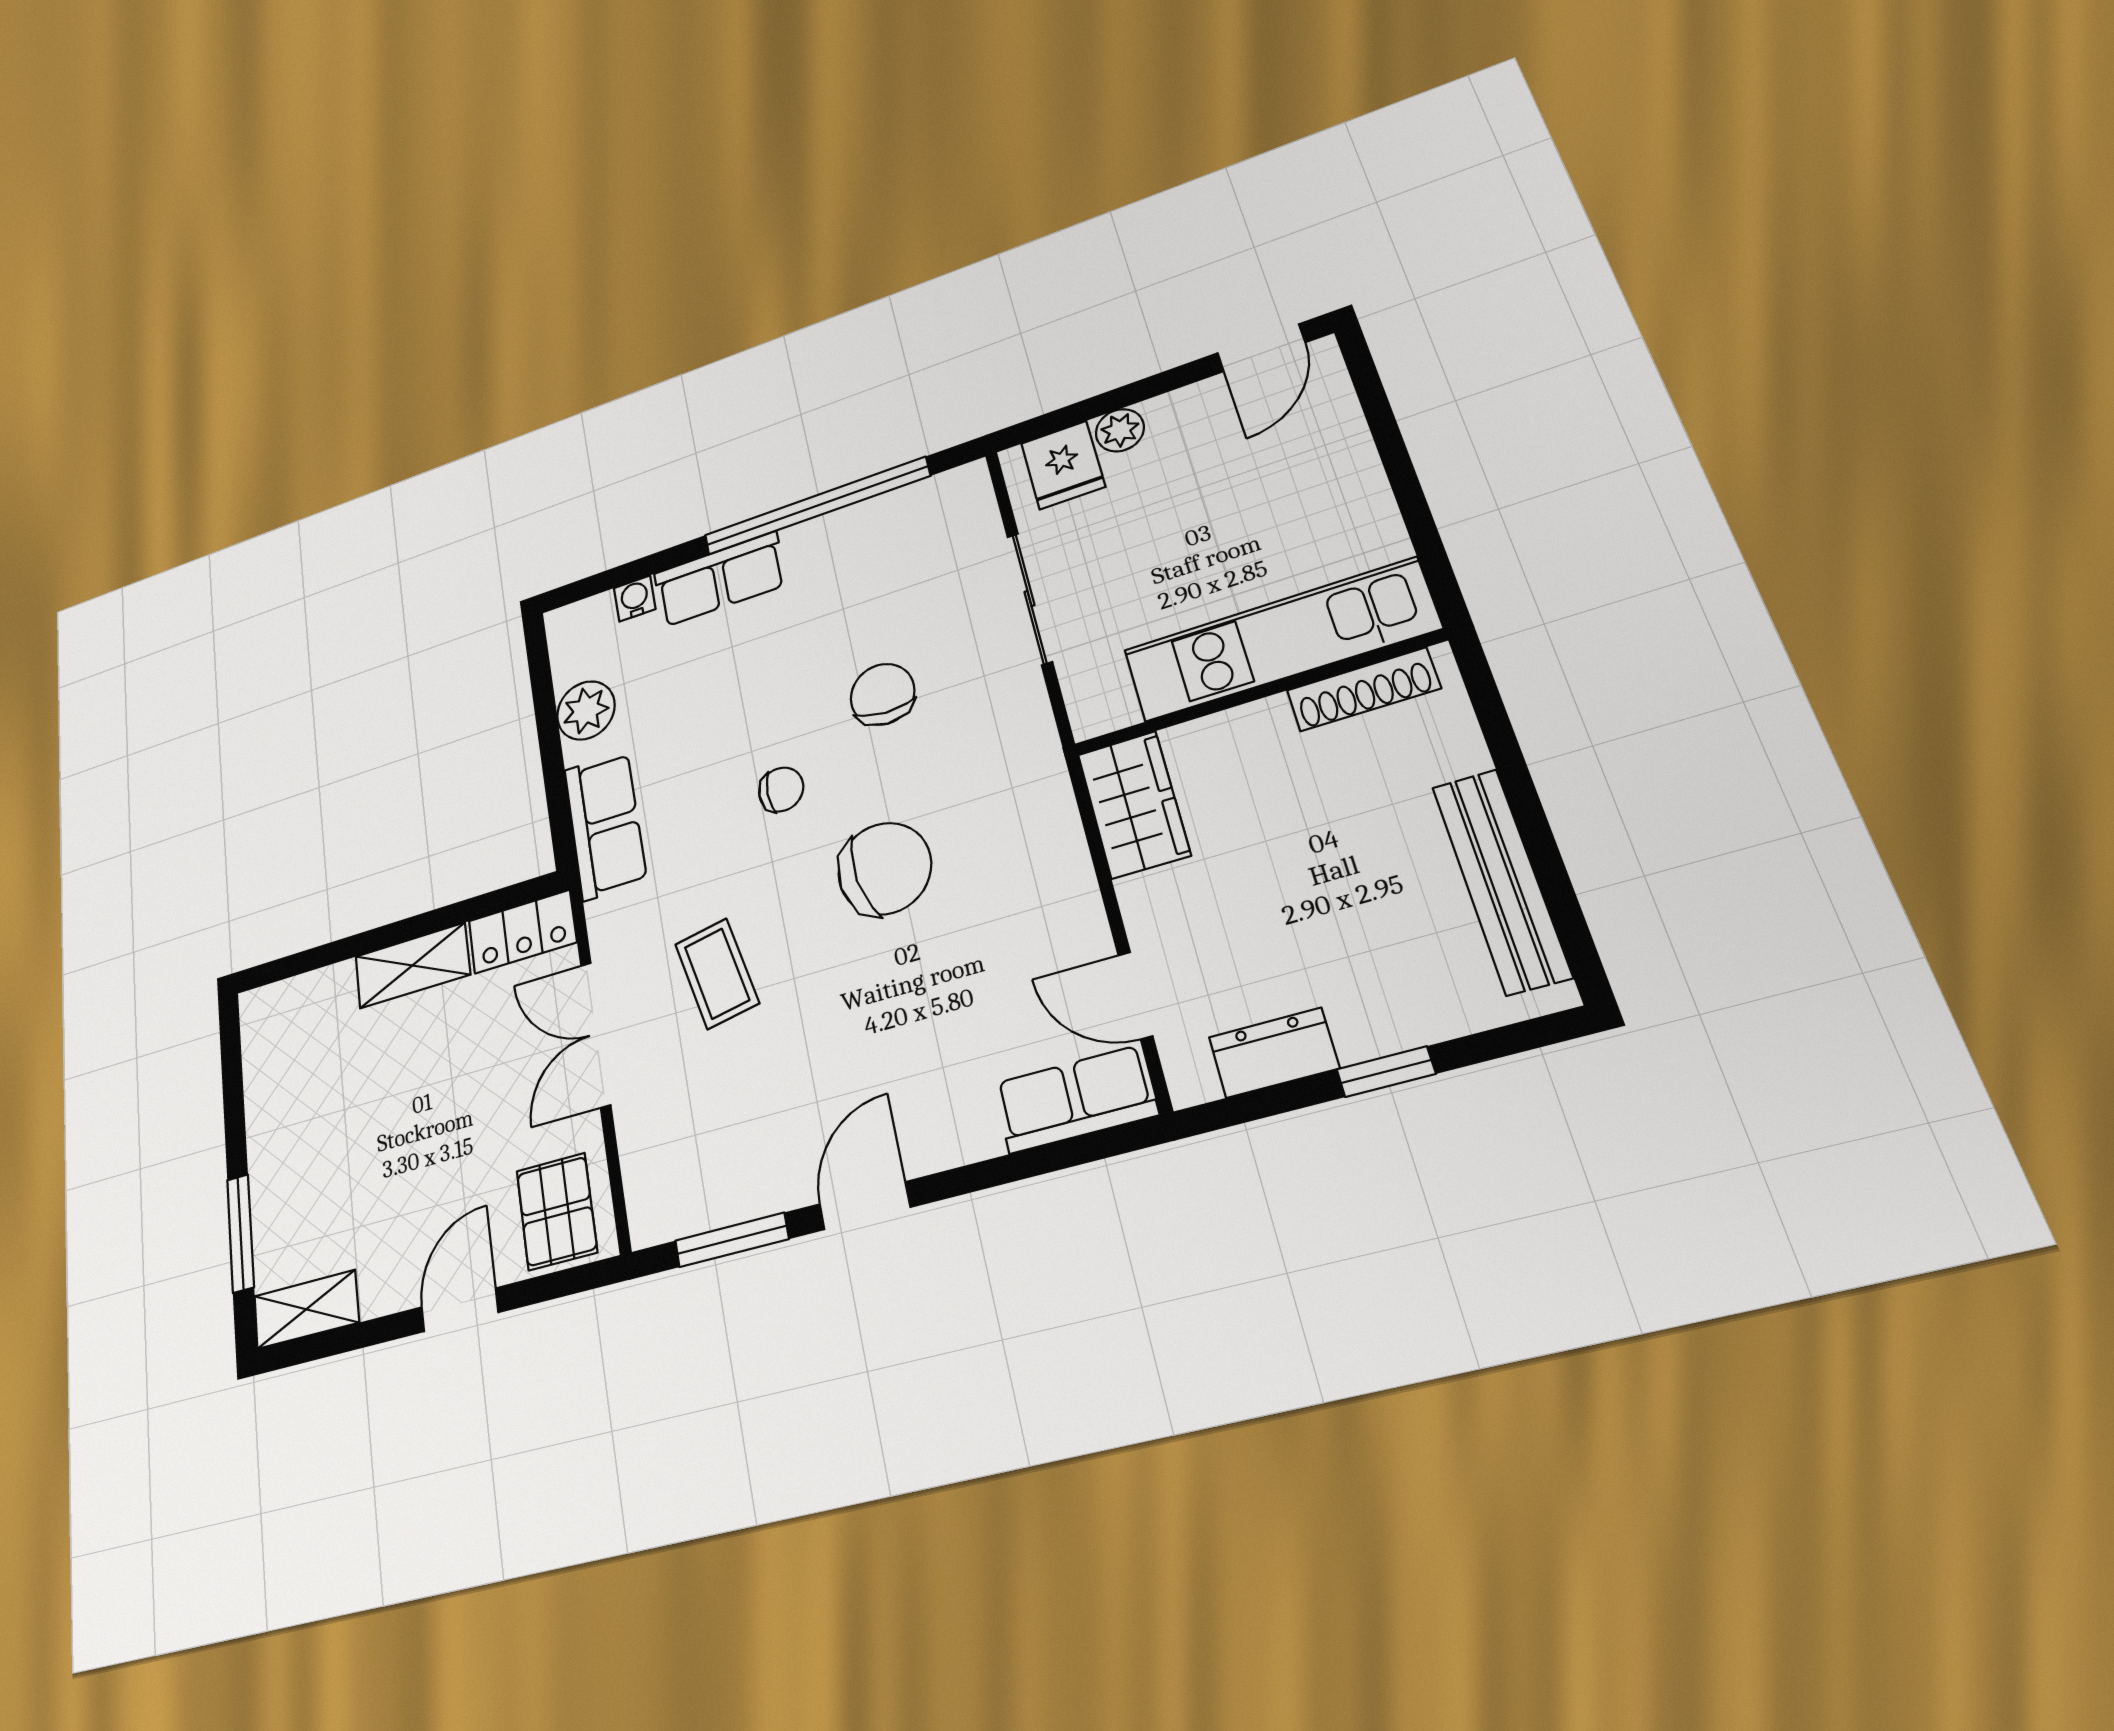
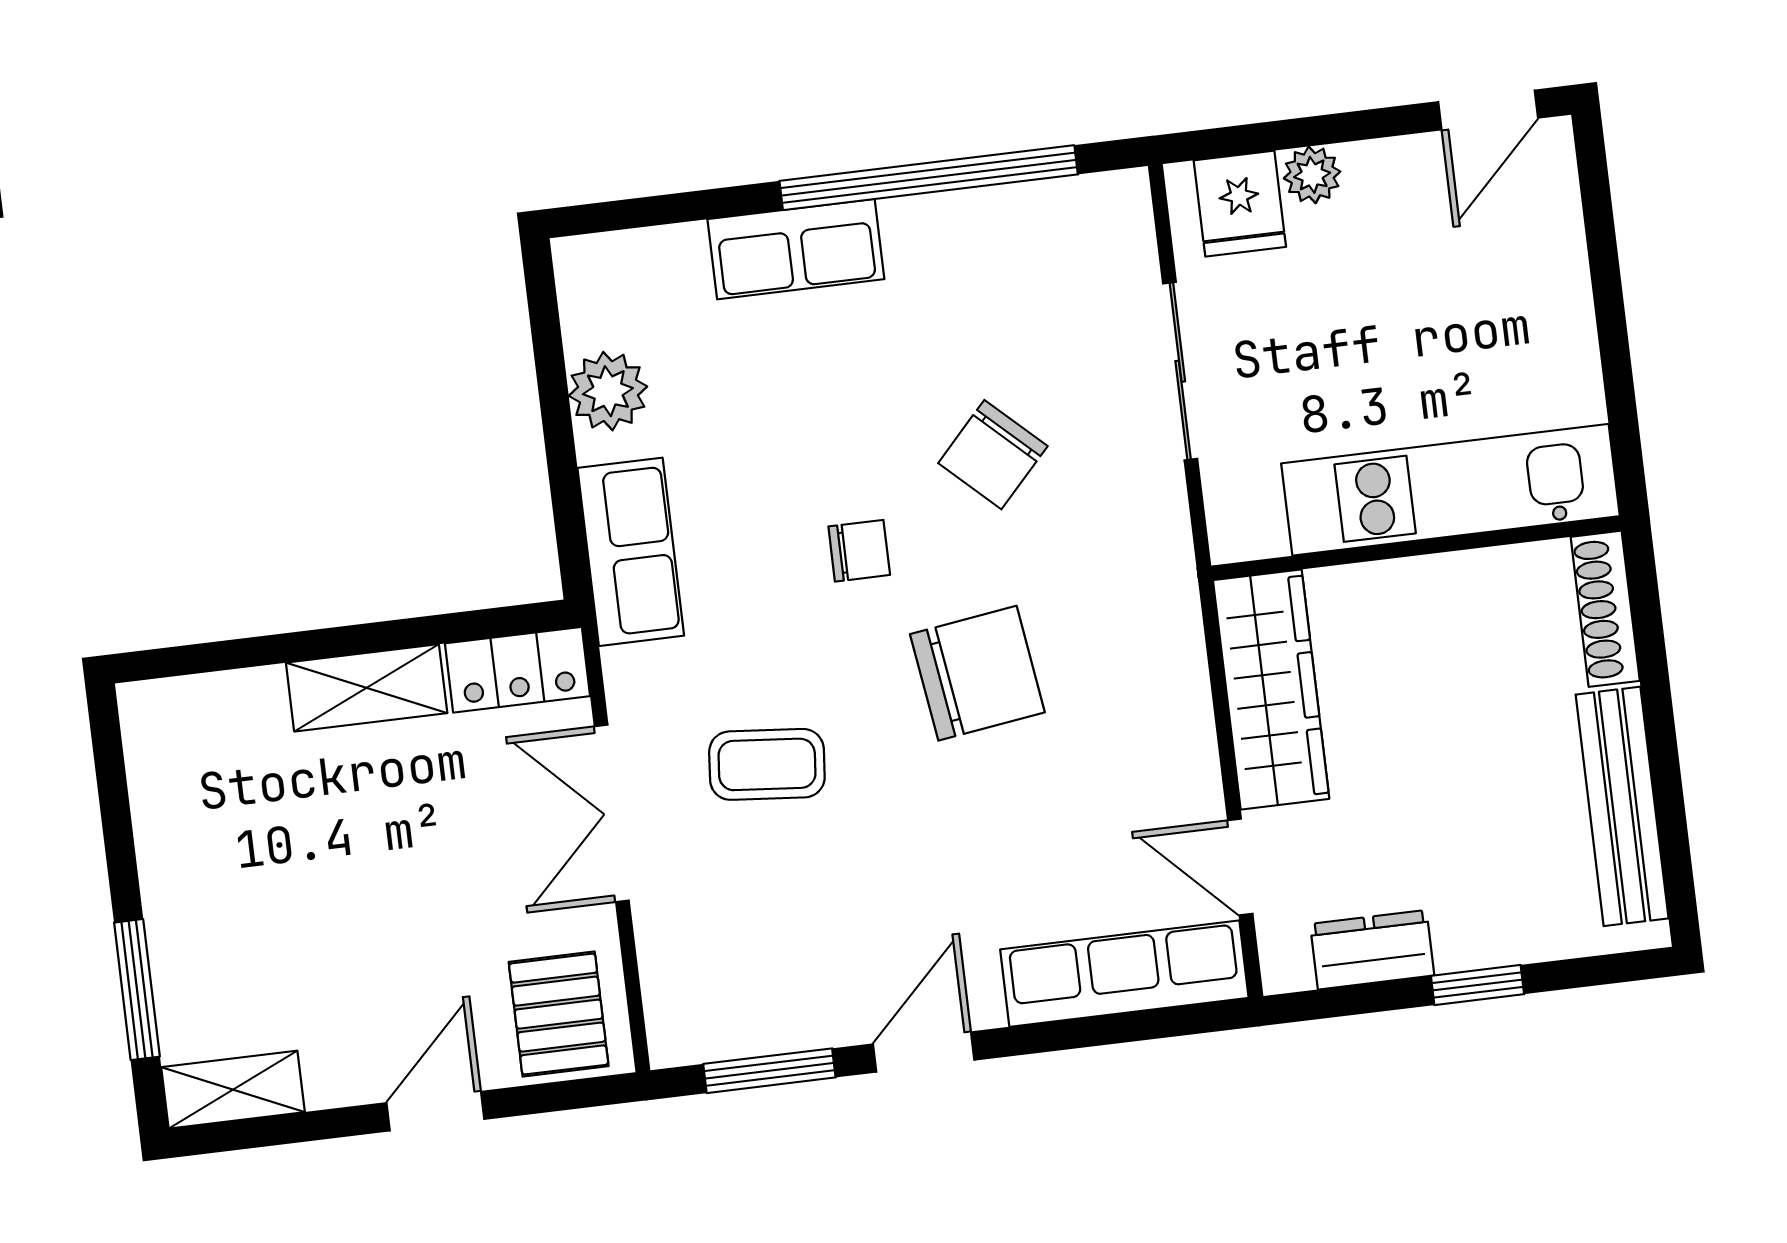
water cooler: (635, 598) -> (679, 248), removed
shoe rack: (1363, 689) -> (1605, 609), moved, turned 90
chair: (882, 694) -> (993, 455), turned -139
wardrobe: (1134, 804) -> (1271, 689), width x1.50
coffee table: (717, 974) -> (767, 764), turned -74
row of seats: (1075, 1099) -> (1124, 974), width x1.48

